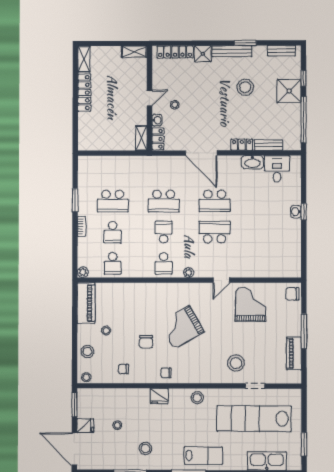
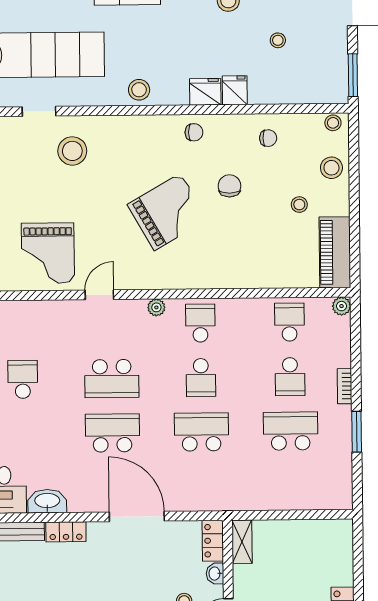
school desk: (113, 232) -> (290, 377), turned 180
school desk: (266, 232) -> (23, 379), added
fridge: (85, 426) -> (235, 90), moved, turned 90

